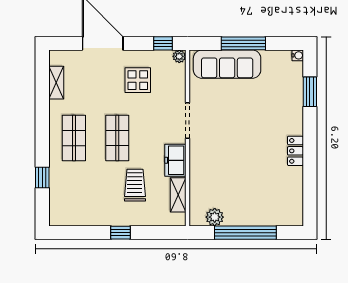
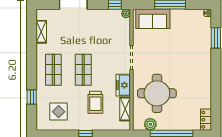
sofa: (227, 64) -> (153, 19), width x0.73
display table: (138, 80) -> (59, 112), moved
locker: (295, 151) -> (206, 120), moved
round table: (224, 172) -> (157, 93), added
trolley: (135, 185) -> (95, 102), turned 180

